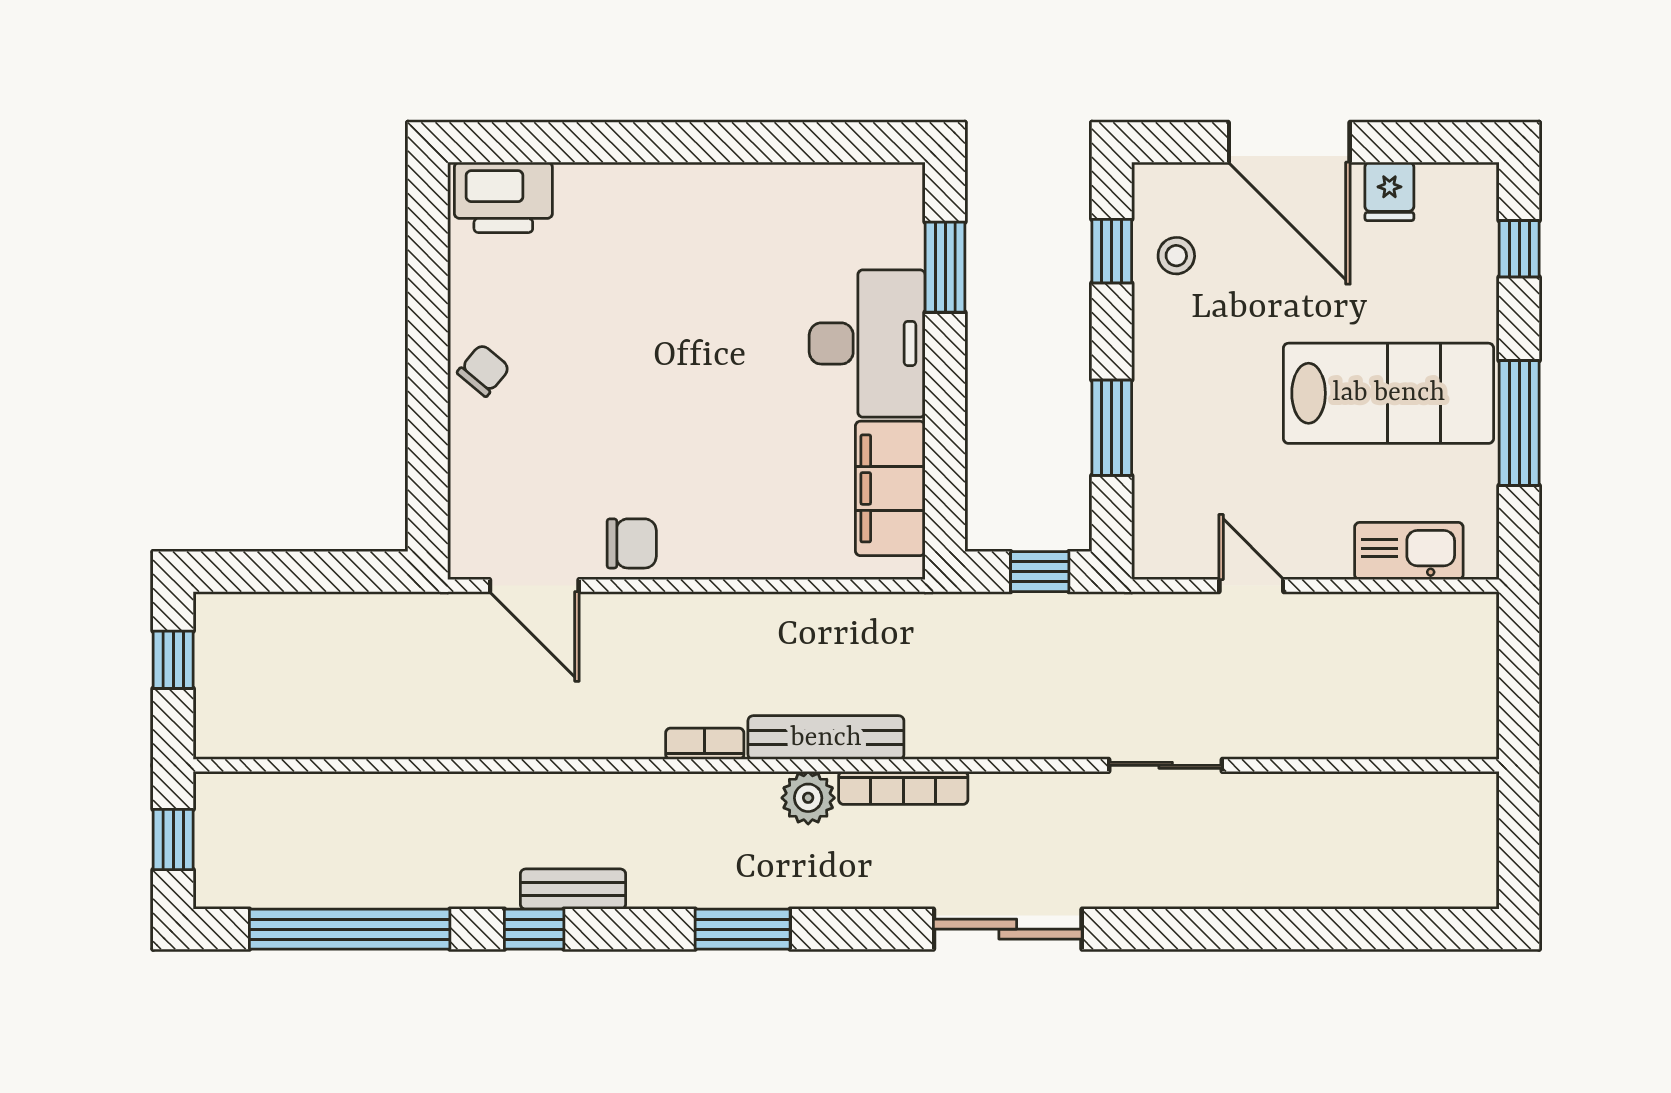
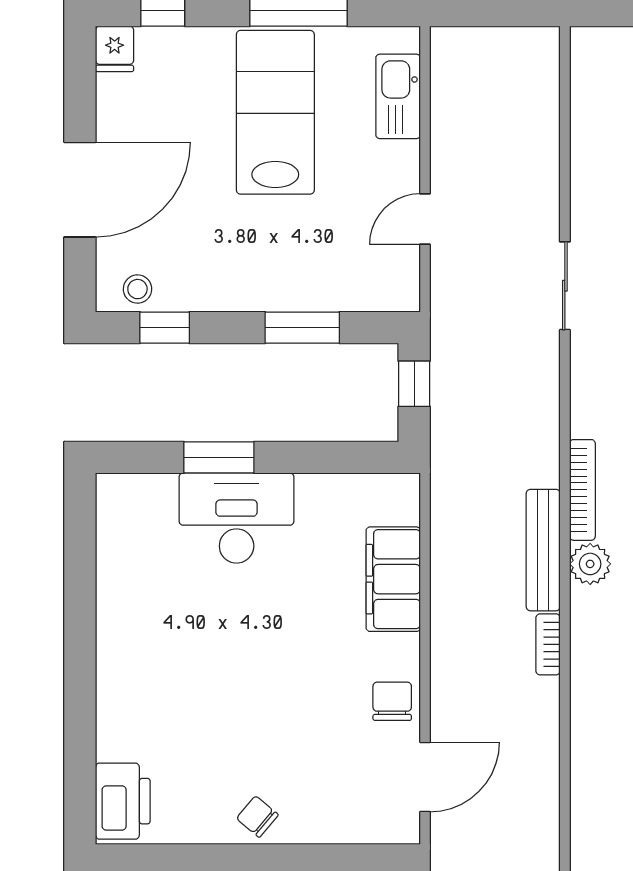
fridge: (1389, 191) -> (115, 49), moved, turned 90
stool: (1176, 256) -> (137, 289), moved
window: (945, 267) -> (219, 457), moved
filing cabinet: (890, 488) -> (393, 579), moved, turned 90

